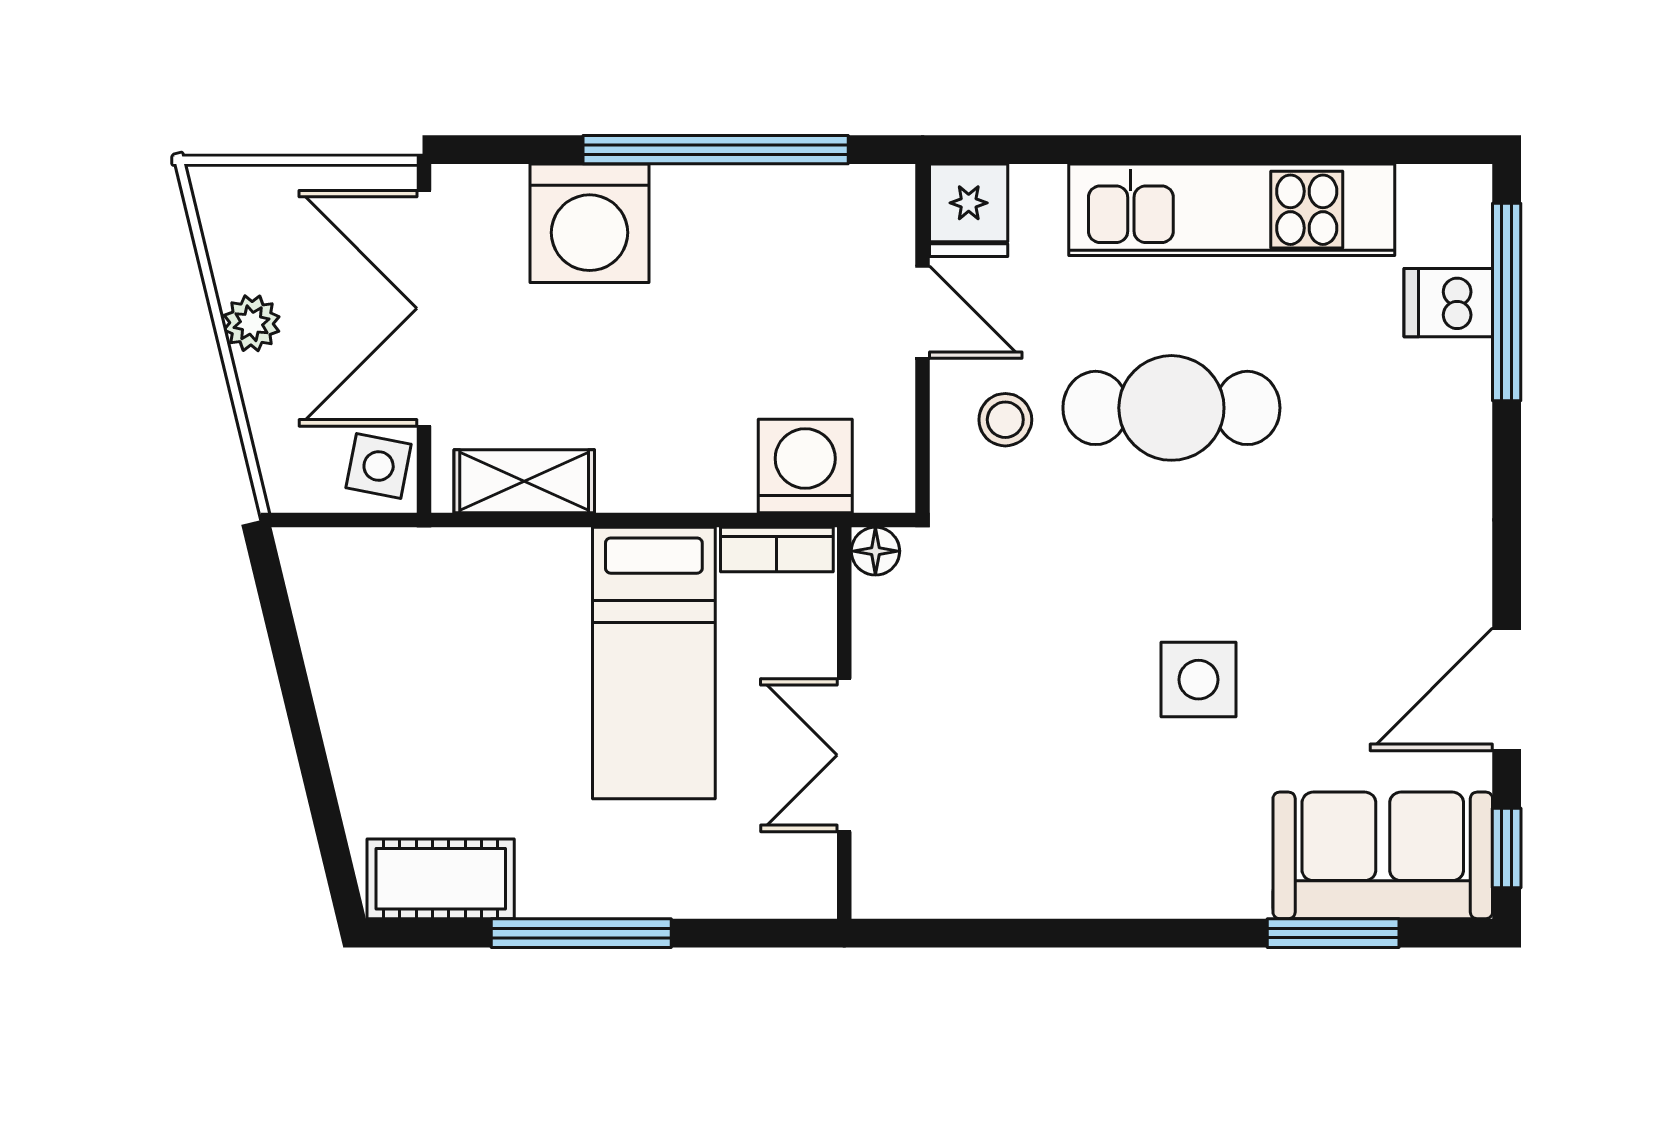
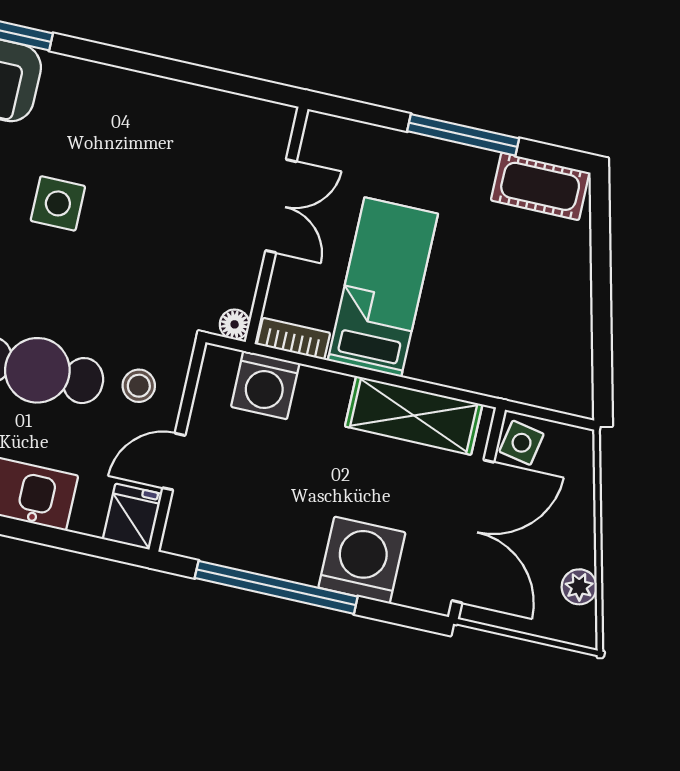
door: (923, 312) -> (174, 462), hinge flipped
plant: (252, 323) -> (579, 587), moved
shelving: (524, 481) -> (414, 415), width x1.50, depth x1.33

